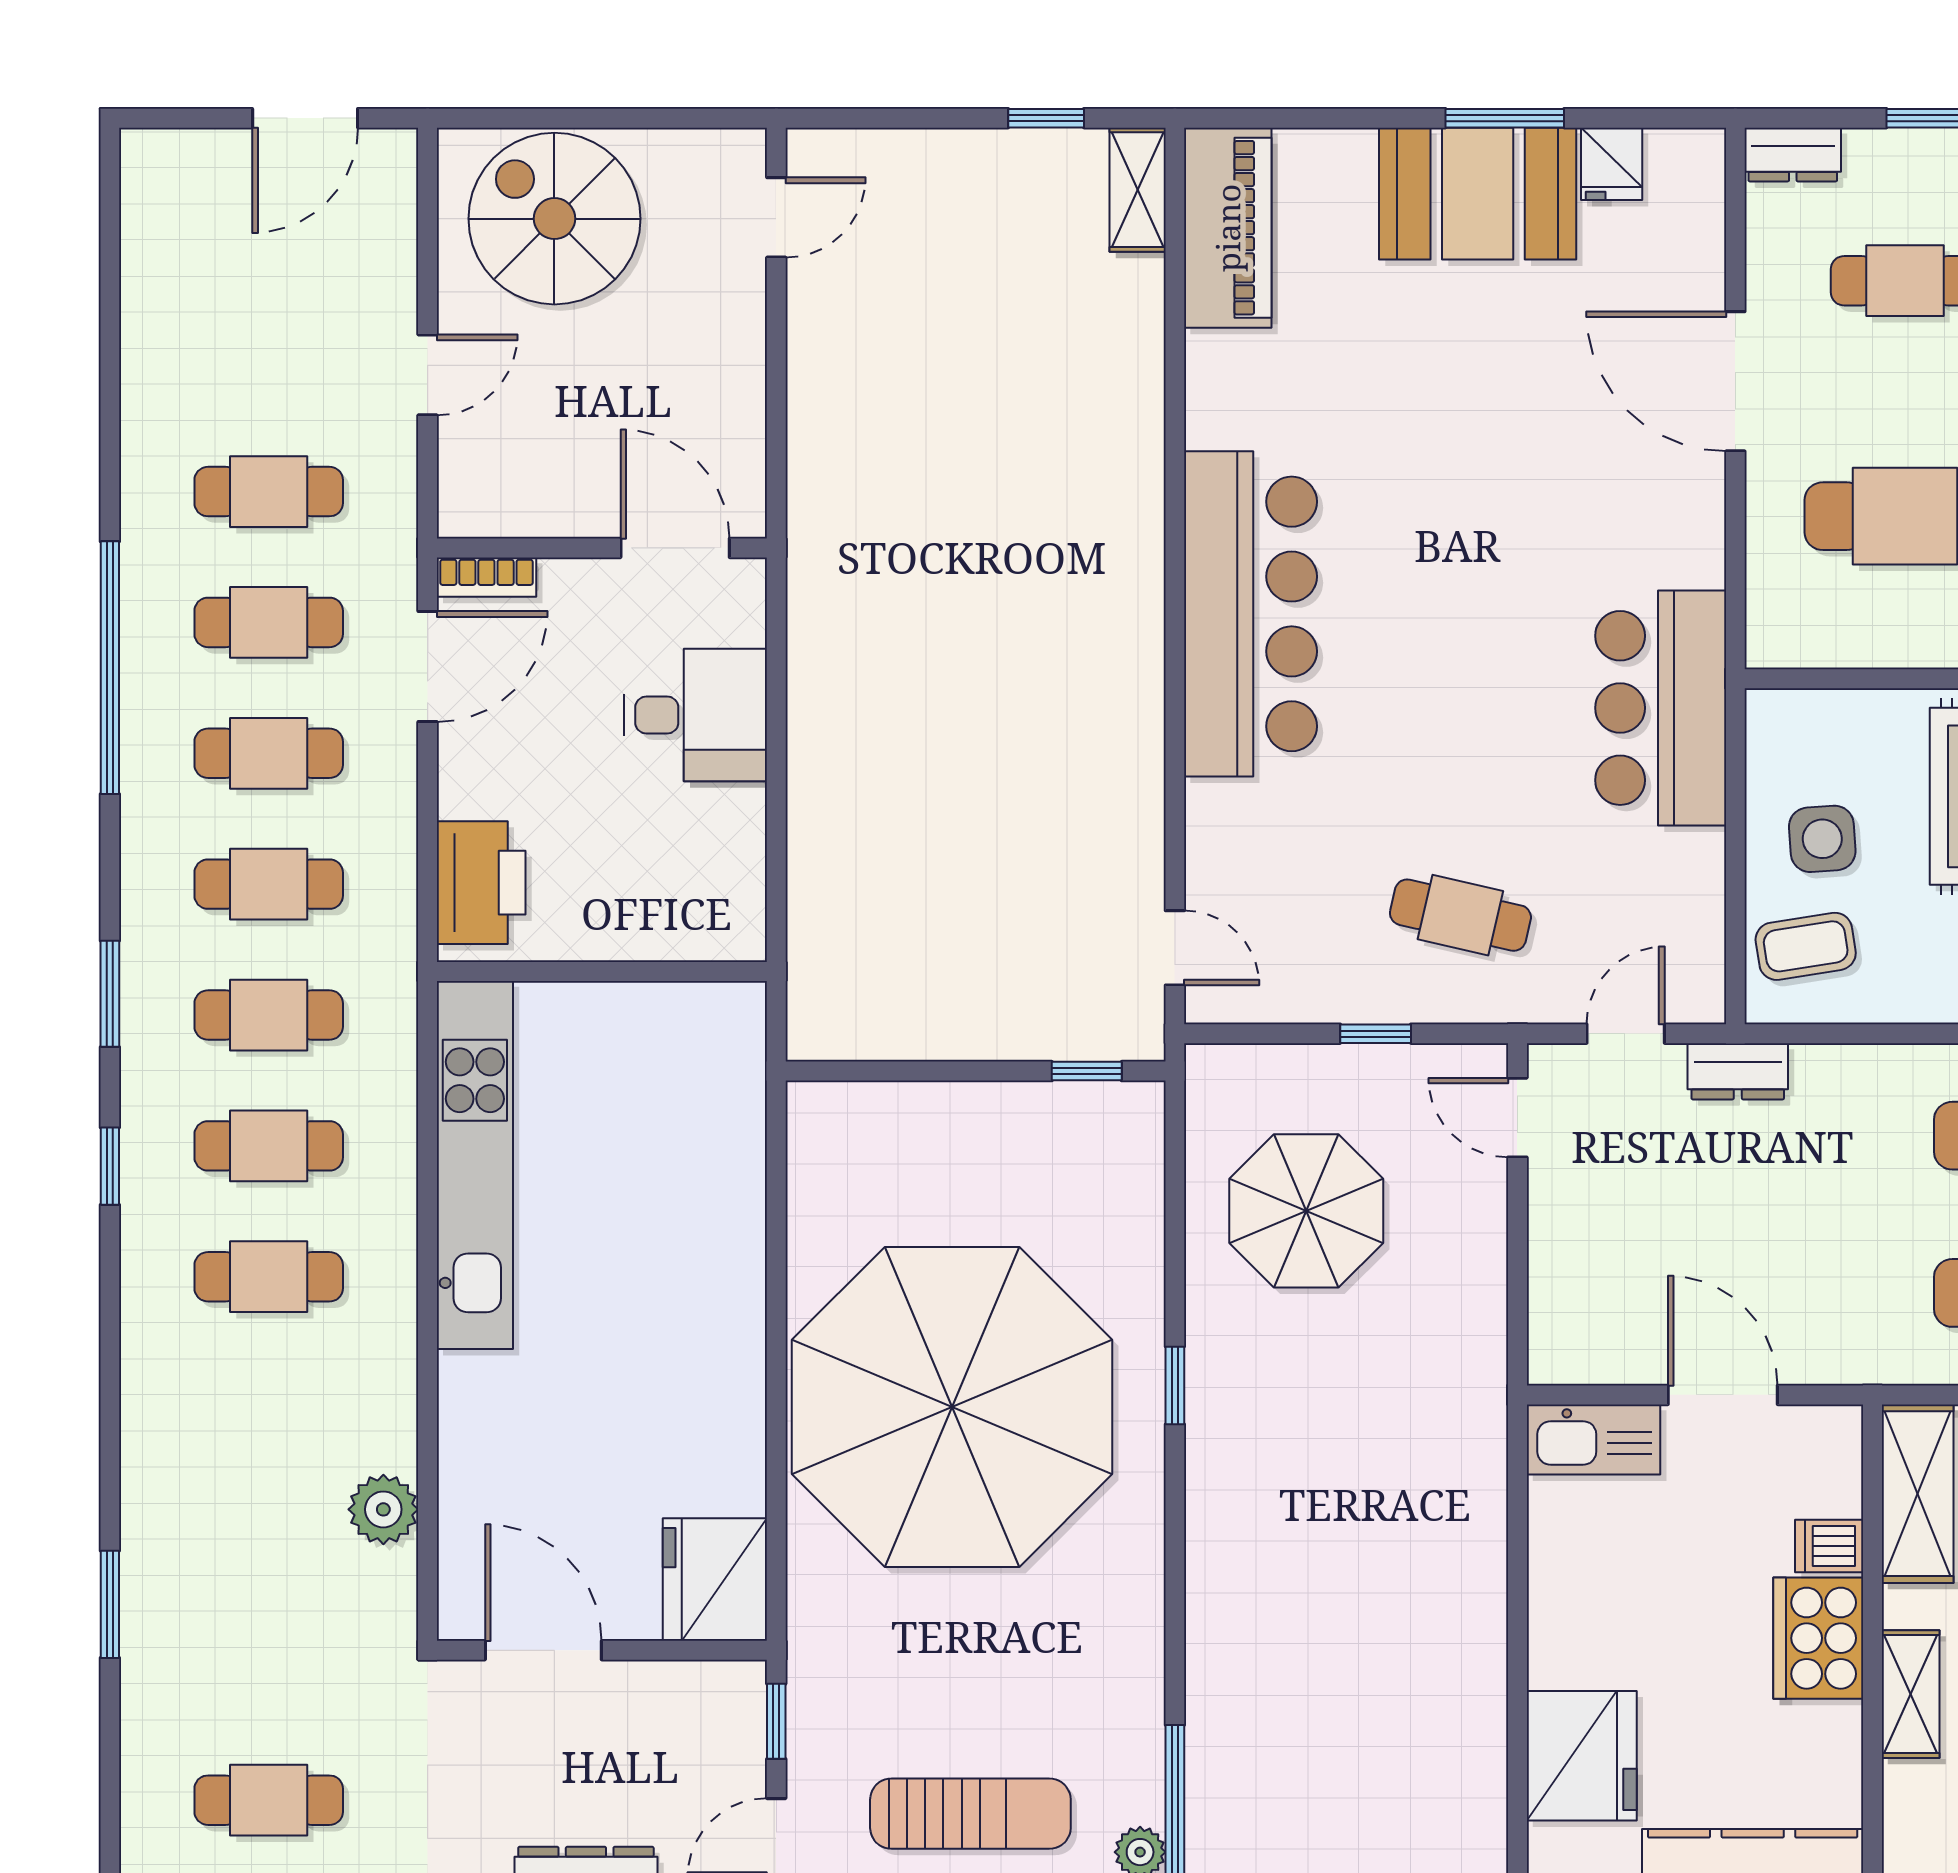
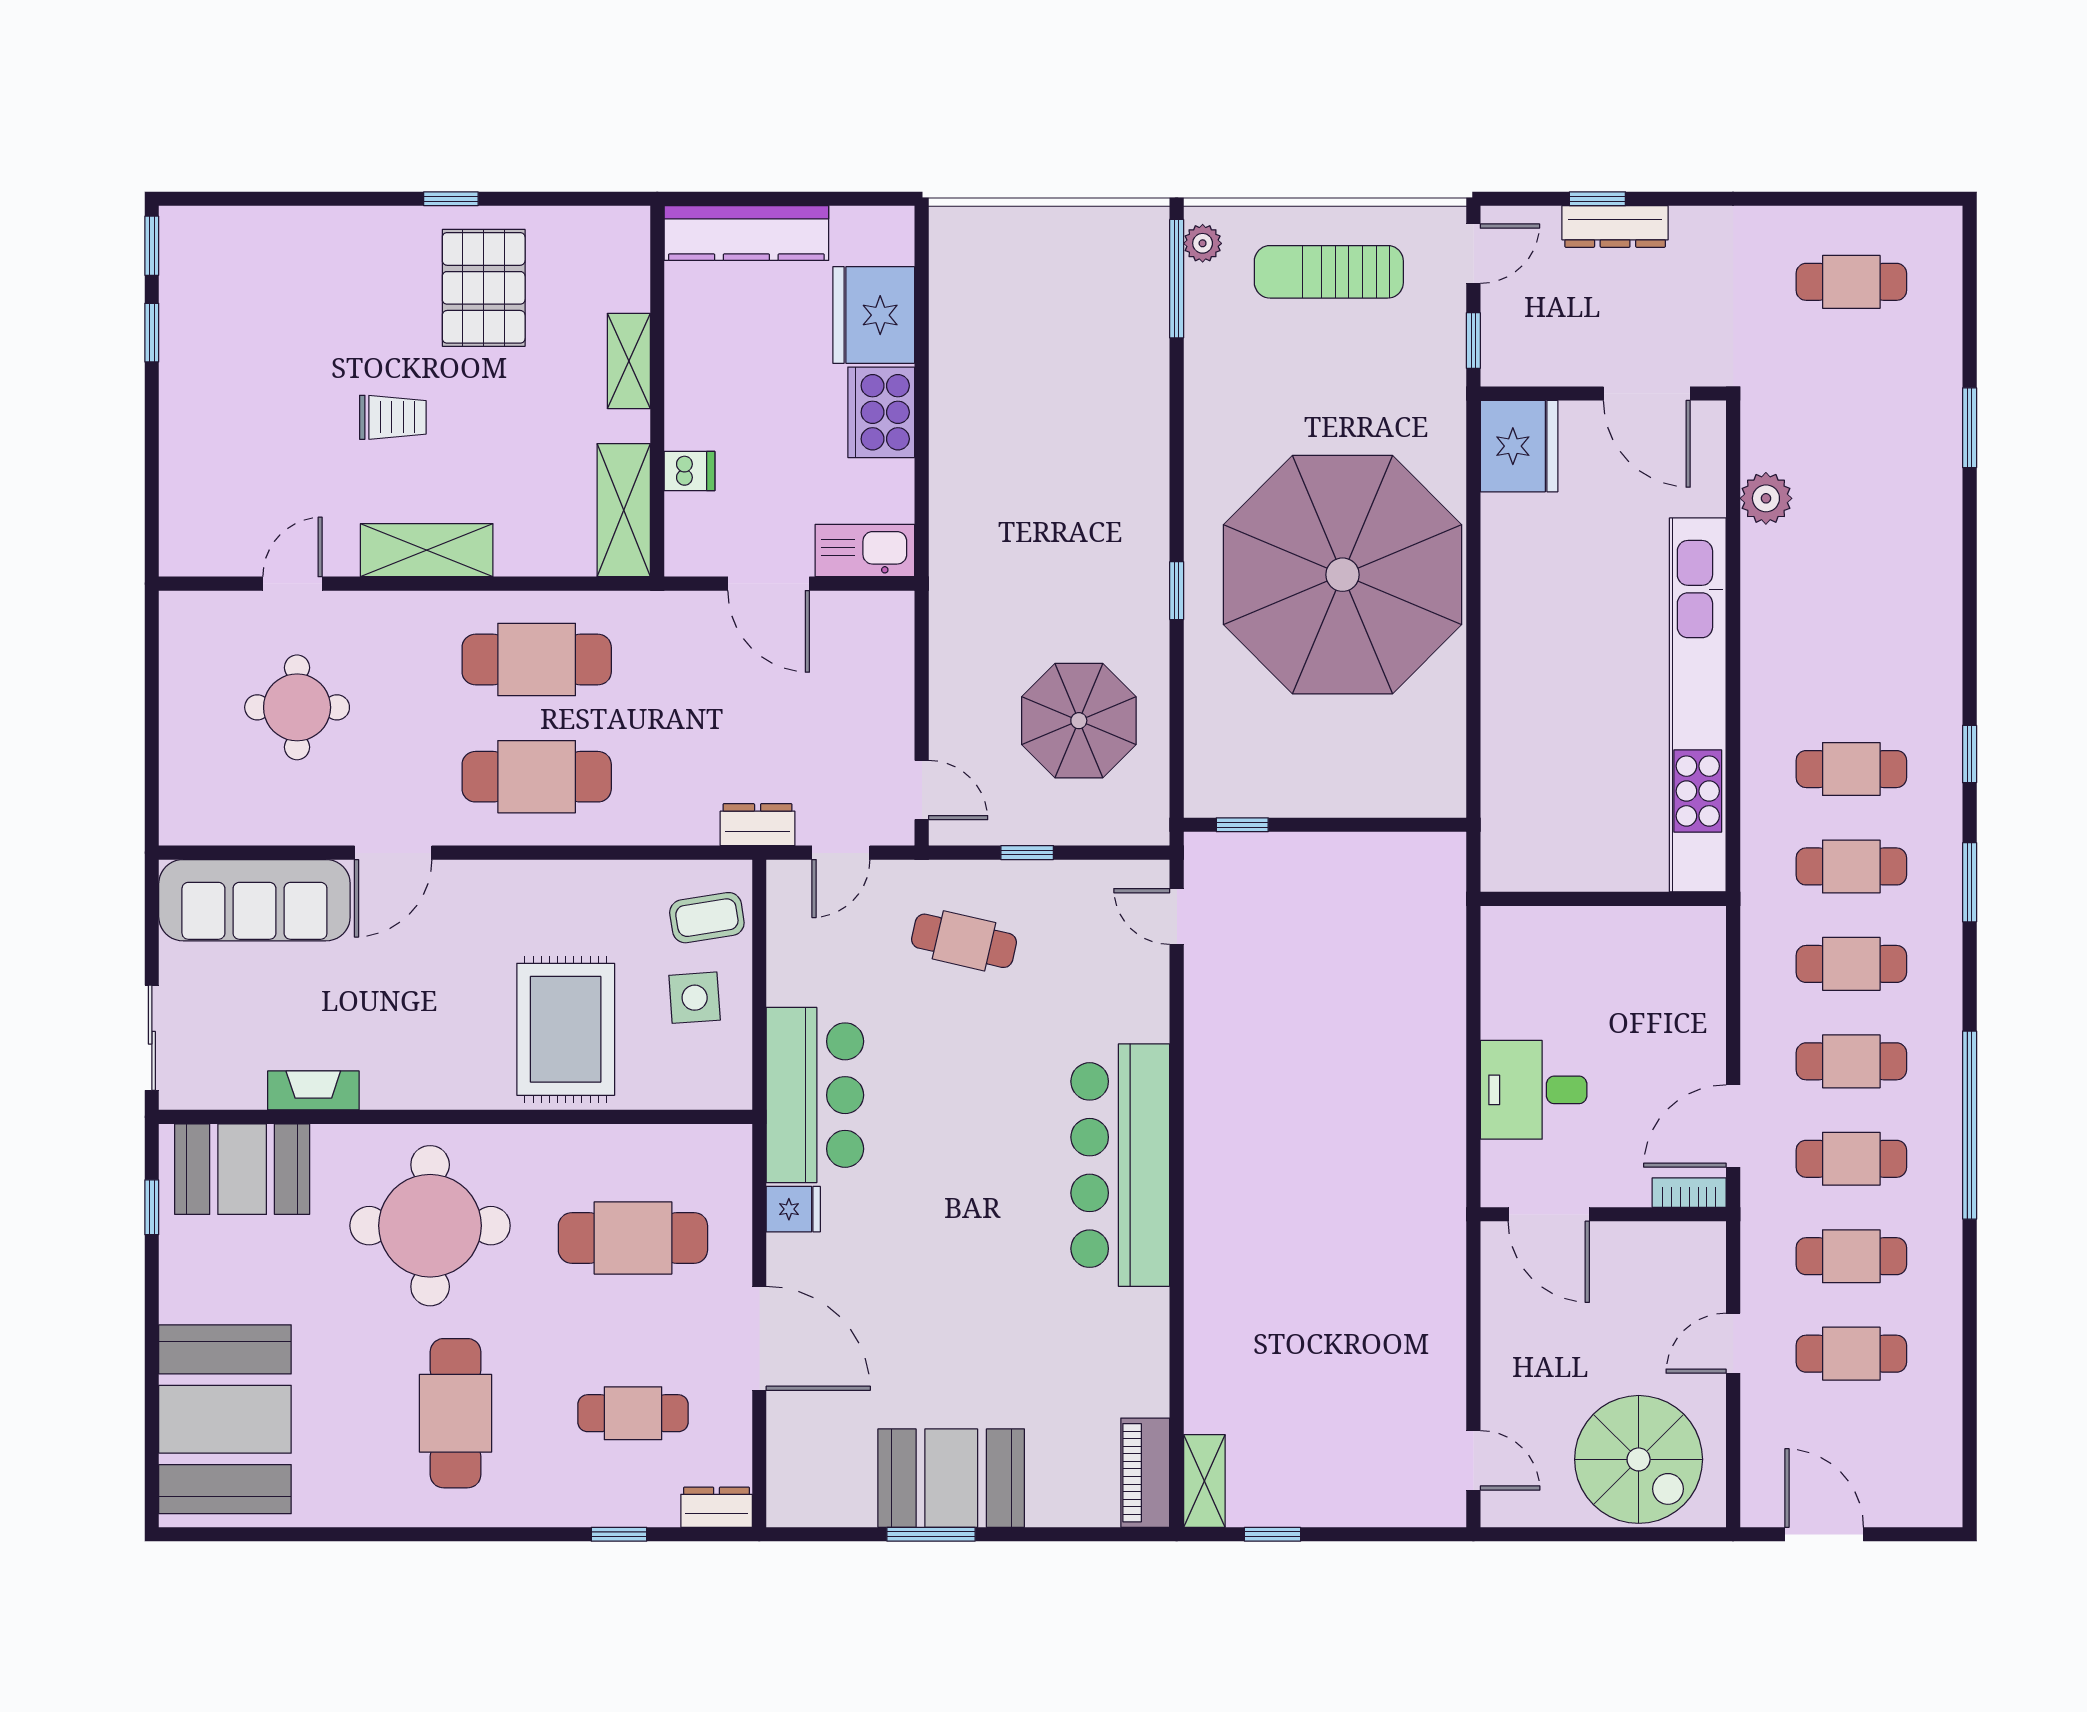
door: (305, 118) -> (1824, 1534), hinge flipped
fridge: (1612, 164) -> (793, 1209), moved, turned 90
door: (776, 217) -> (1473, 1460), swing flipped
piano: (1228, 228) -> (1145, 1473), width x0.73, depth x0.75
printer: (481, 883) -> (1693, 965), removed
kitchen unit: (475, 1165) -> (1698, 705), width x1.36
cafe table: (269, 1277) -> (1851, 1354), moved
cooker: (1818, 1638) -> (881, 412), moved, turned 180

